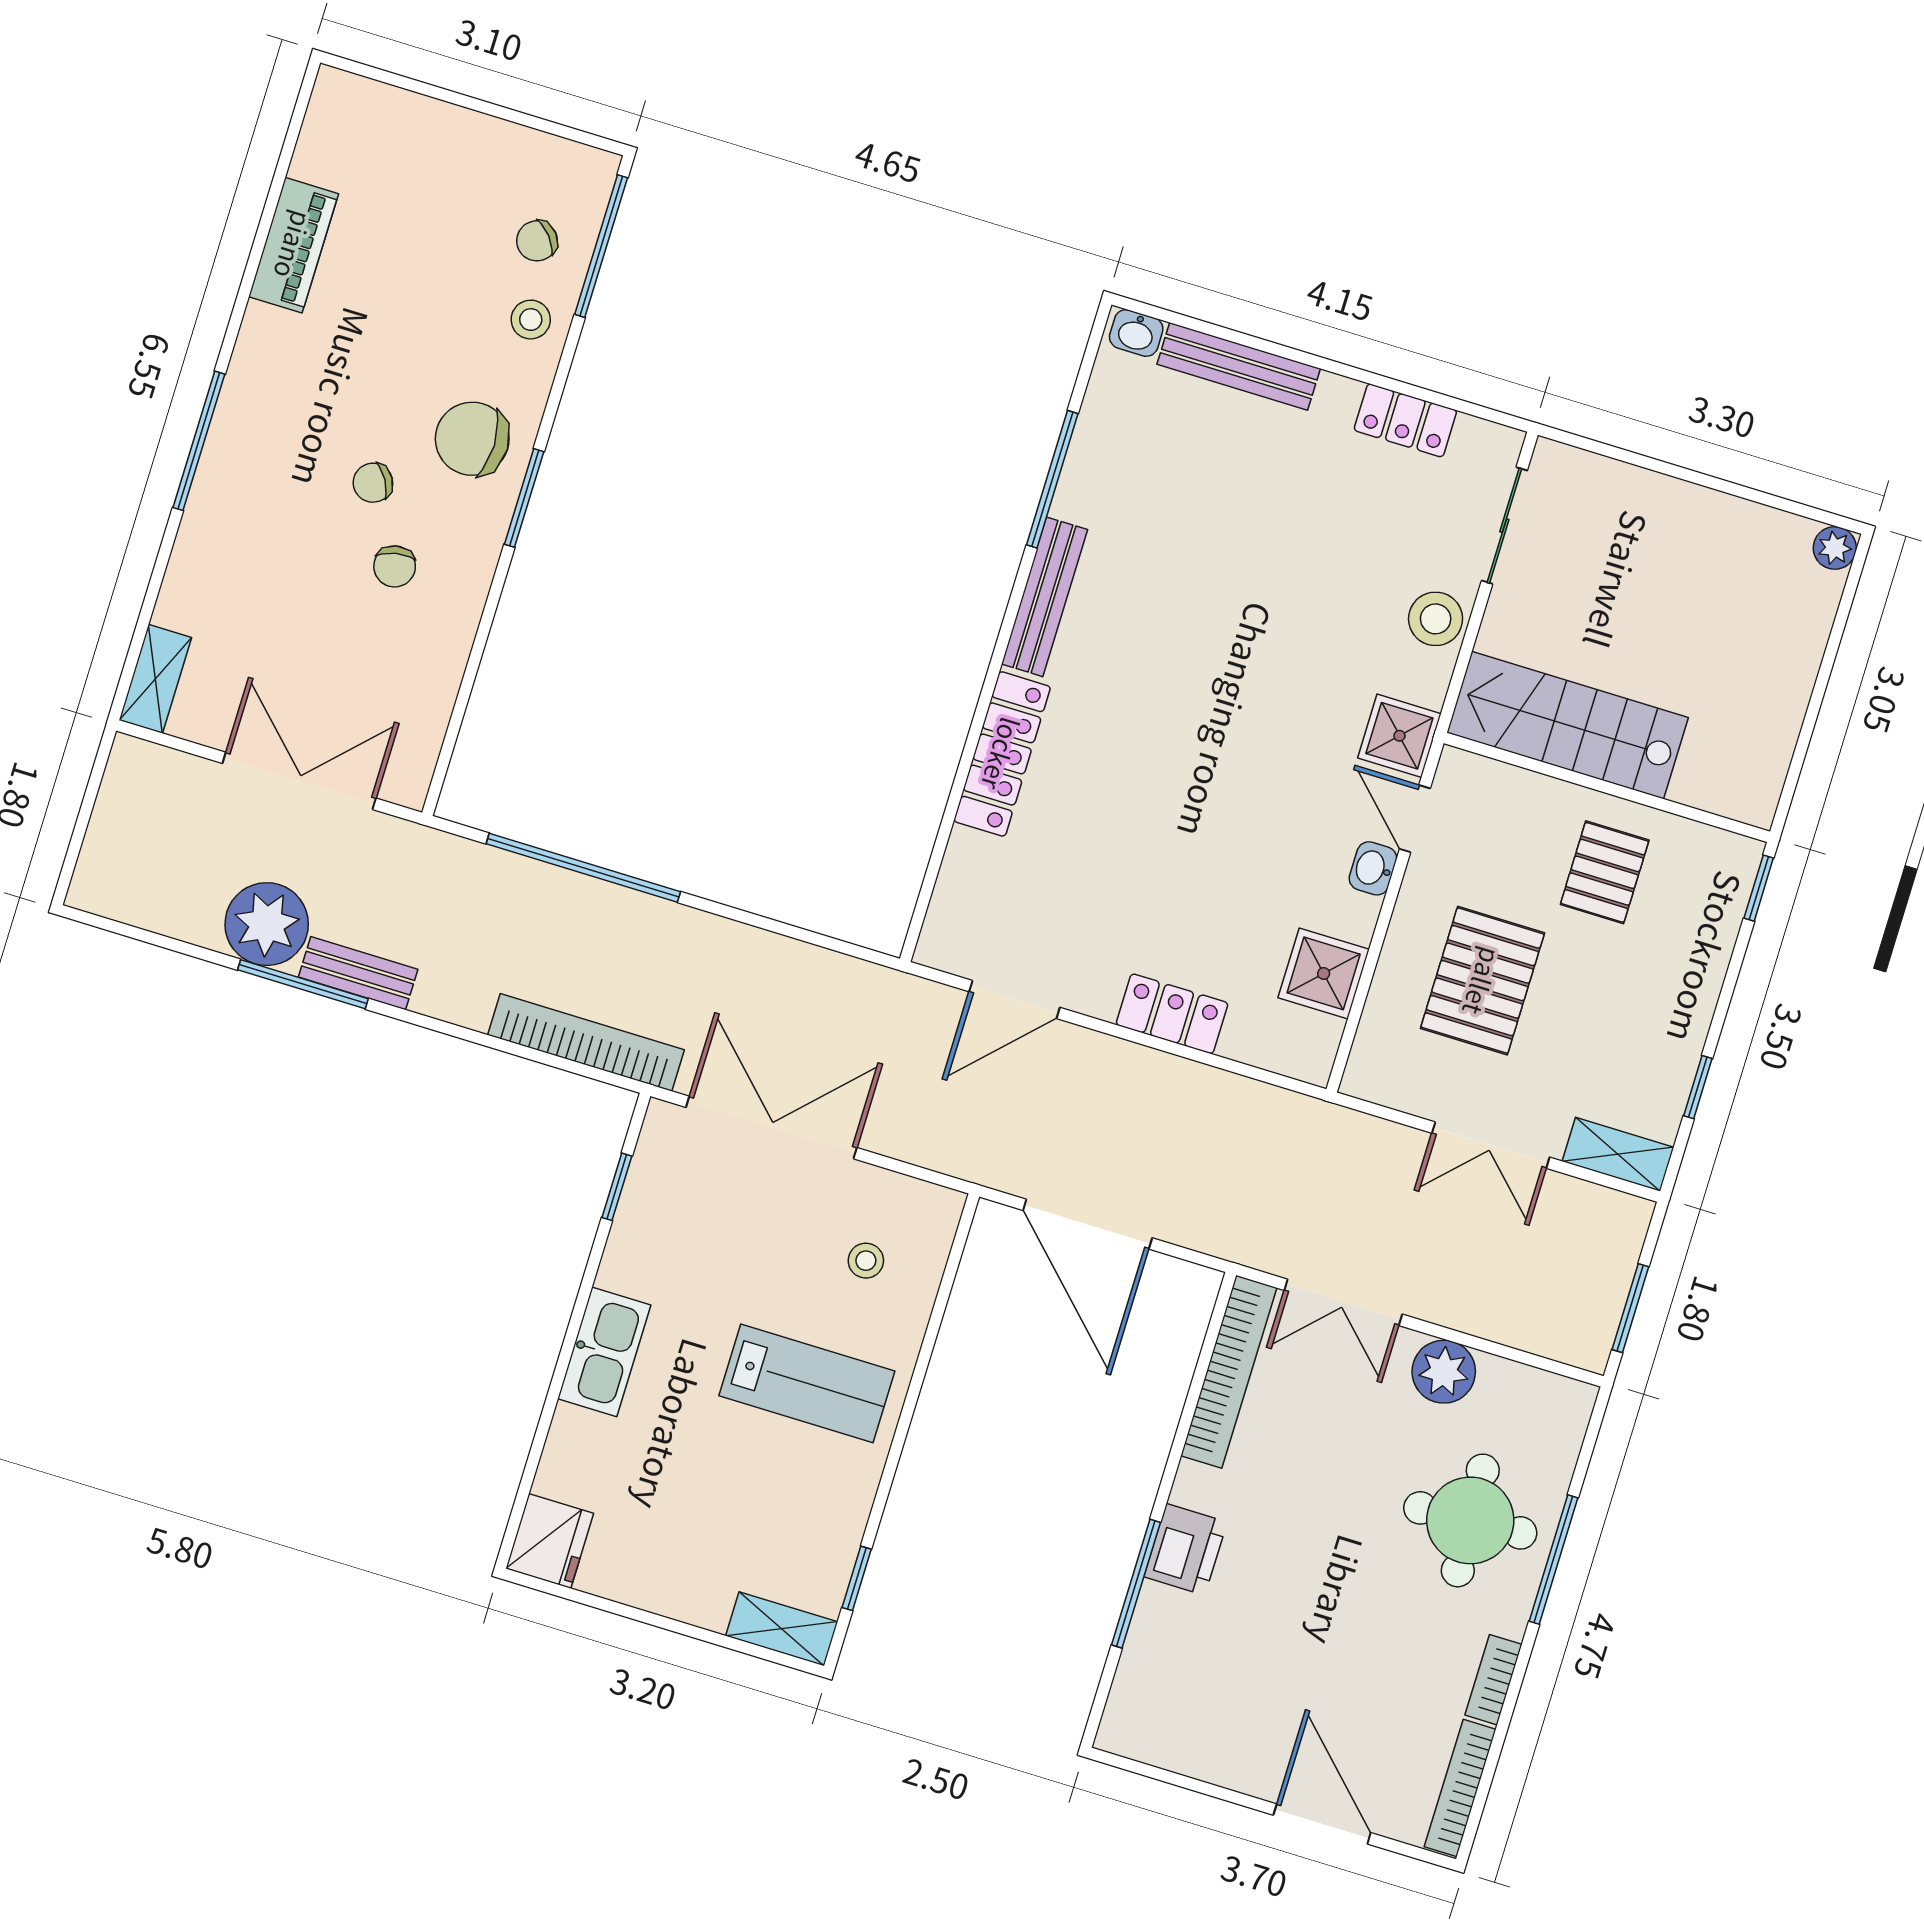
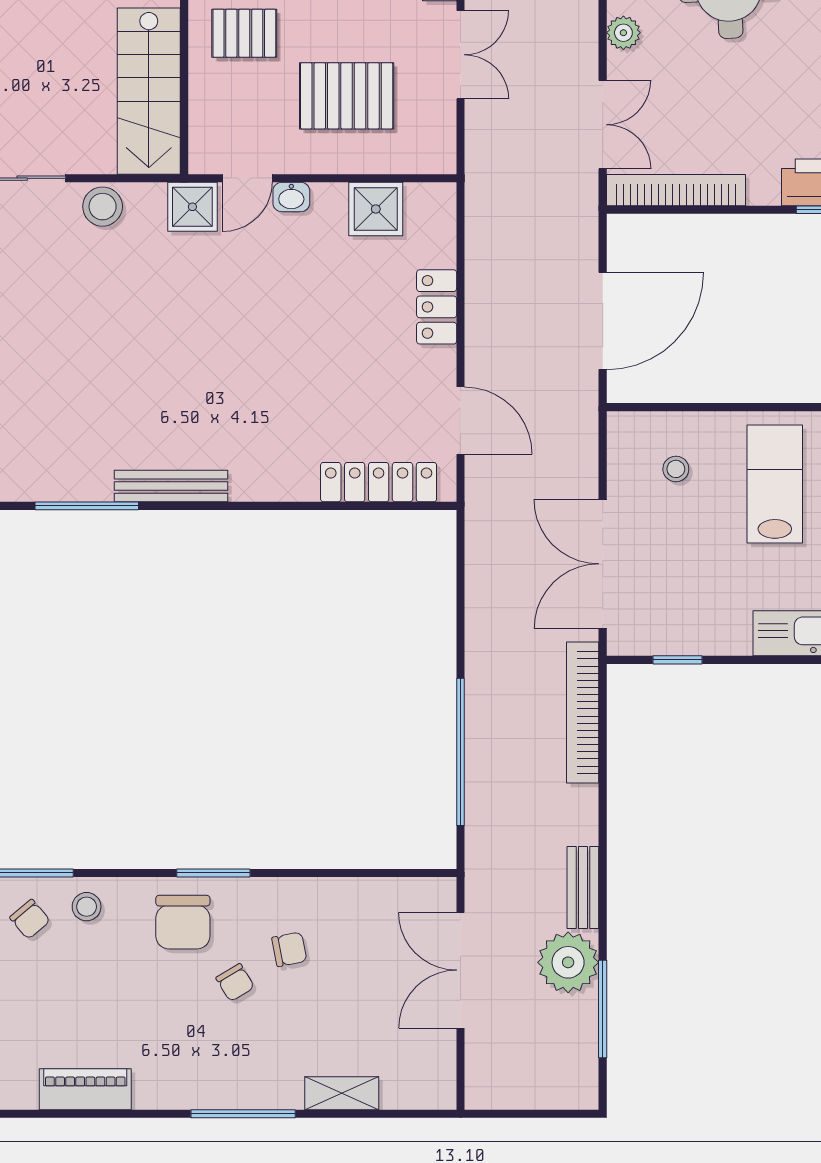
shelving: (155, 679) -> (342, 1093), moved
locker: (1002, 754) -> (379, 482), moved
window: (303, 984) -> (603, 1009), moved
plant: (1444, 1372) -> (623, 33), width x0.73, depth x0.73

